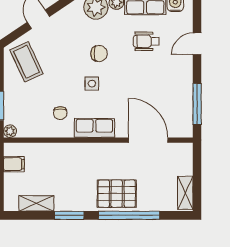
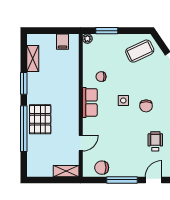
door: (197, 44) -> (153, 180), hinge flipped
window: (197, 104) -> (122, 180), moved
chair: (181, 112) -> (102, 168), added
door: (148, 140) -> (81, 143), width x0.53
shelving: (185, 193) -> (66, 171), moved

